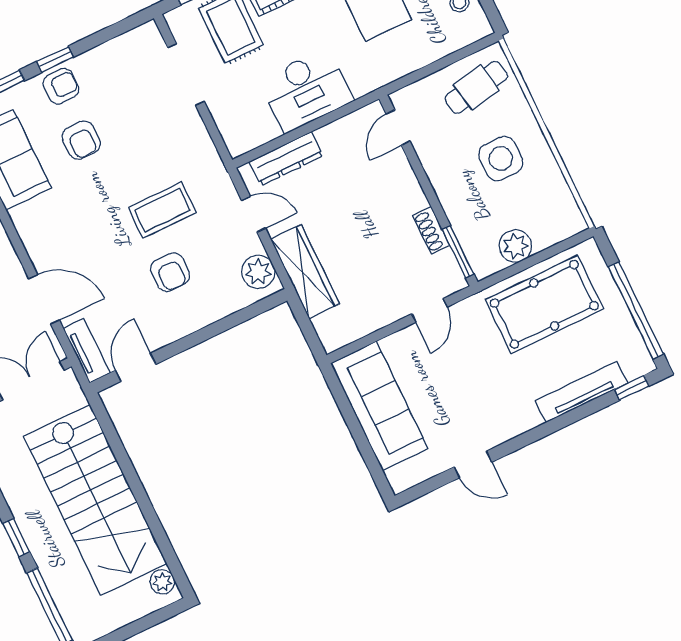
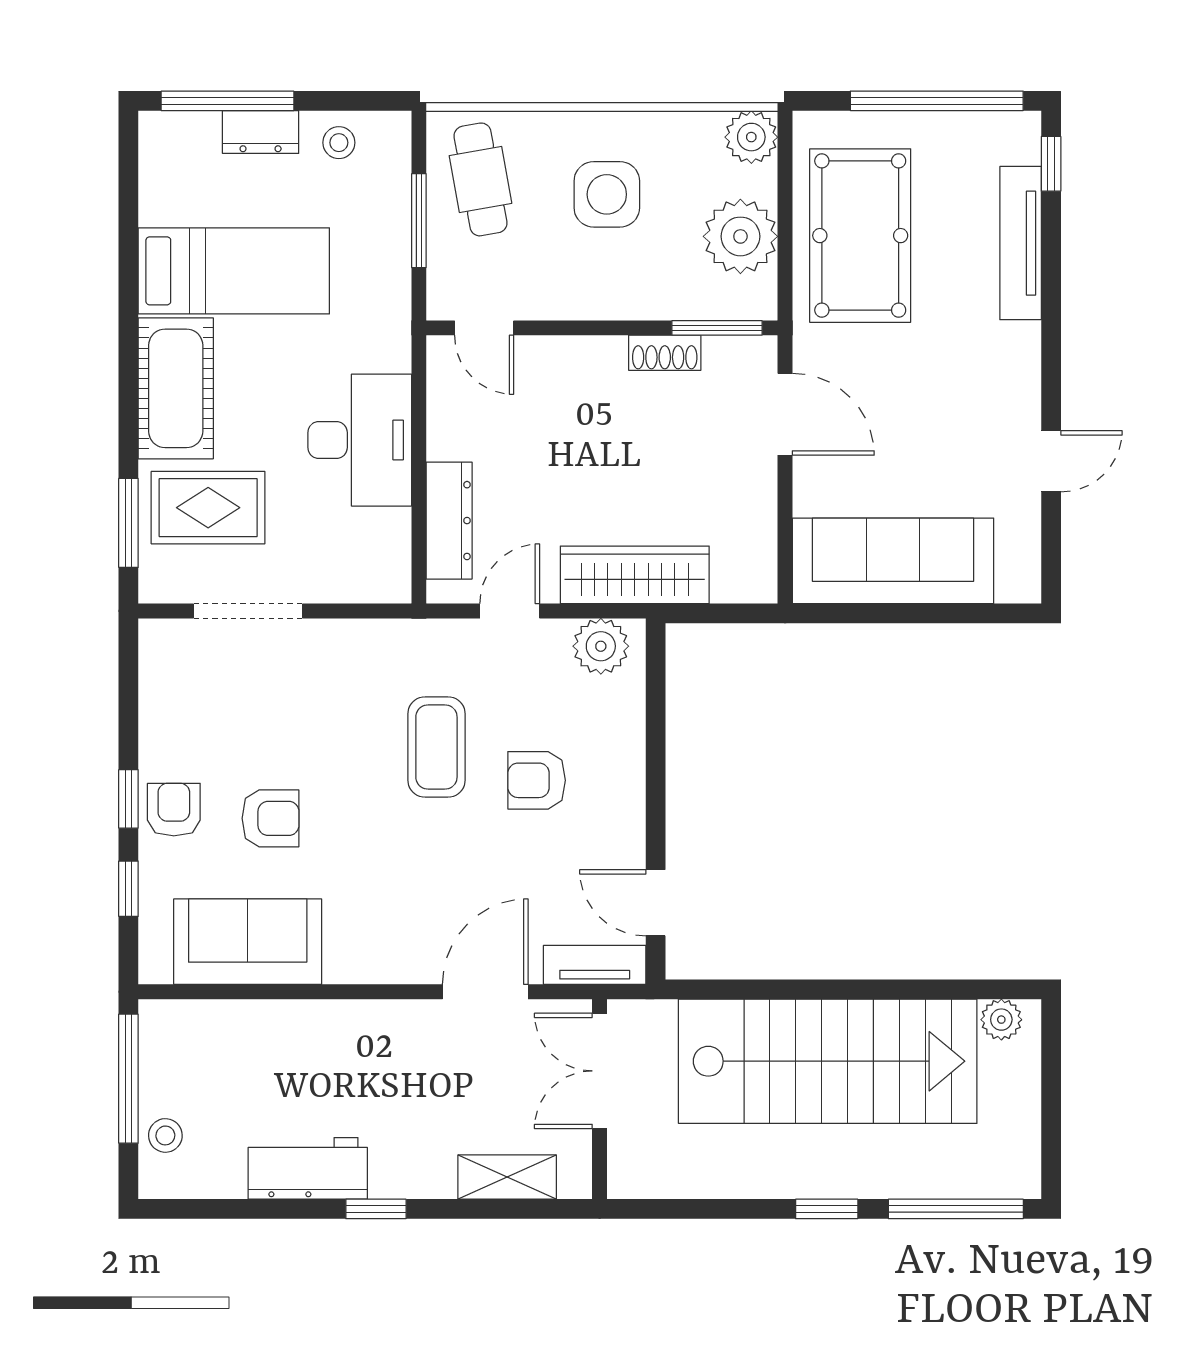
window: (438, 65) -> (419, 221), added
plant: (569, 221) -> (751, 137), added
plant: (515, 246) -> (740, 236), width x1.36, depth x1.36
armchair: (170, 272) -> (537, 780), turned 180
door: (430, 310) -> (785, 414), width x1.38

